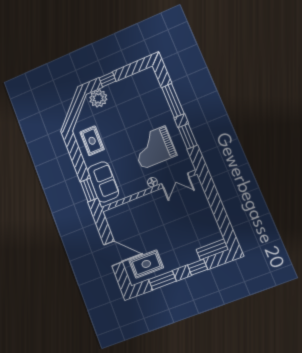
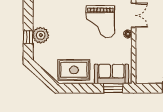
plant: (98, 98) -> (41, 35), moved
rug: (92, 141) -> (74, 70), width x1.36, depth x1.43

